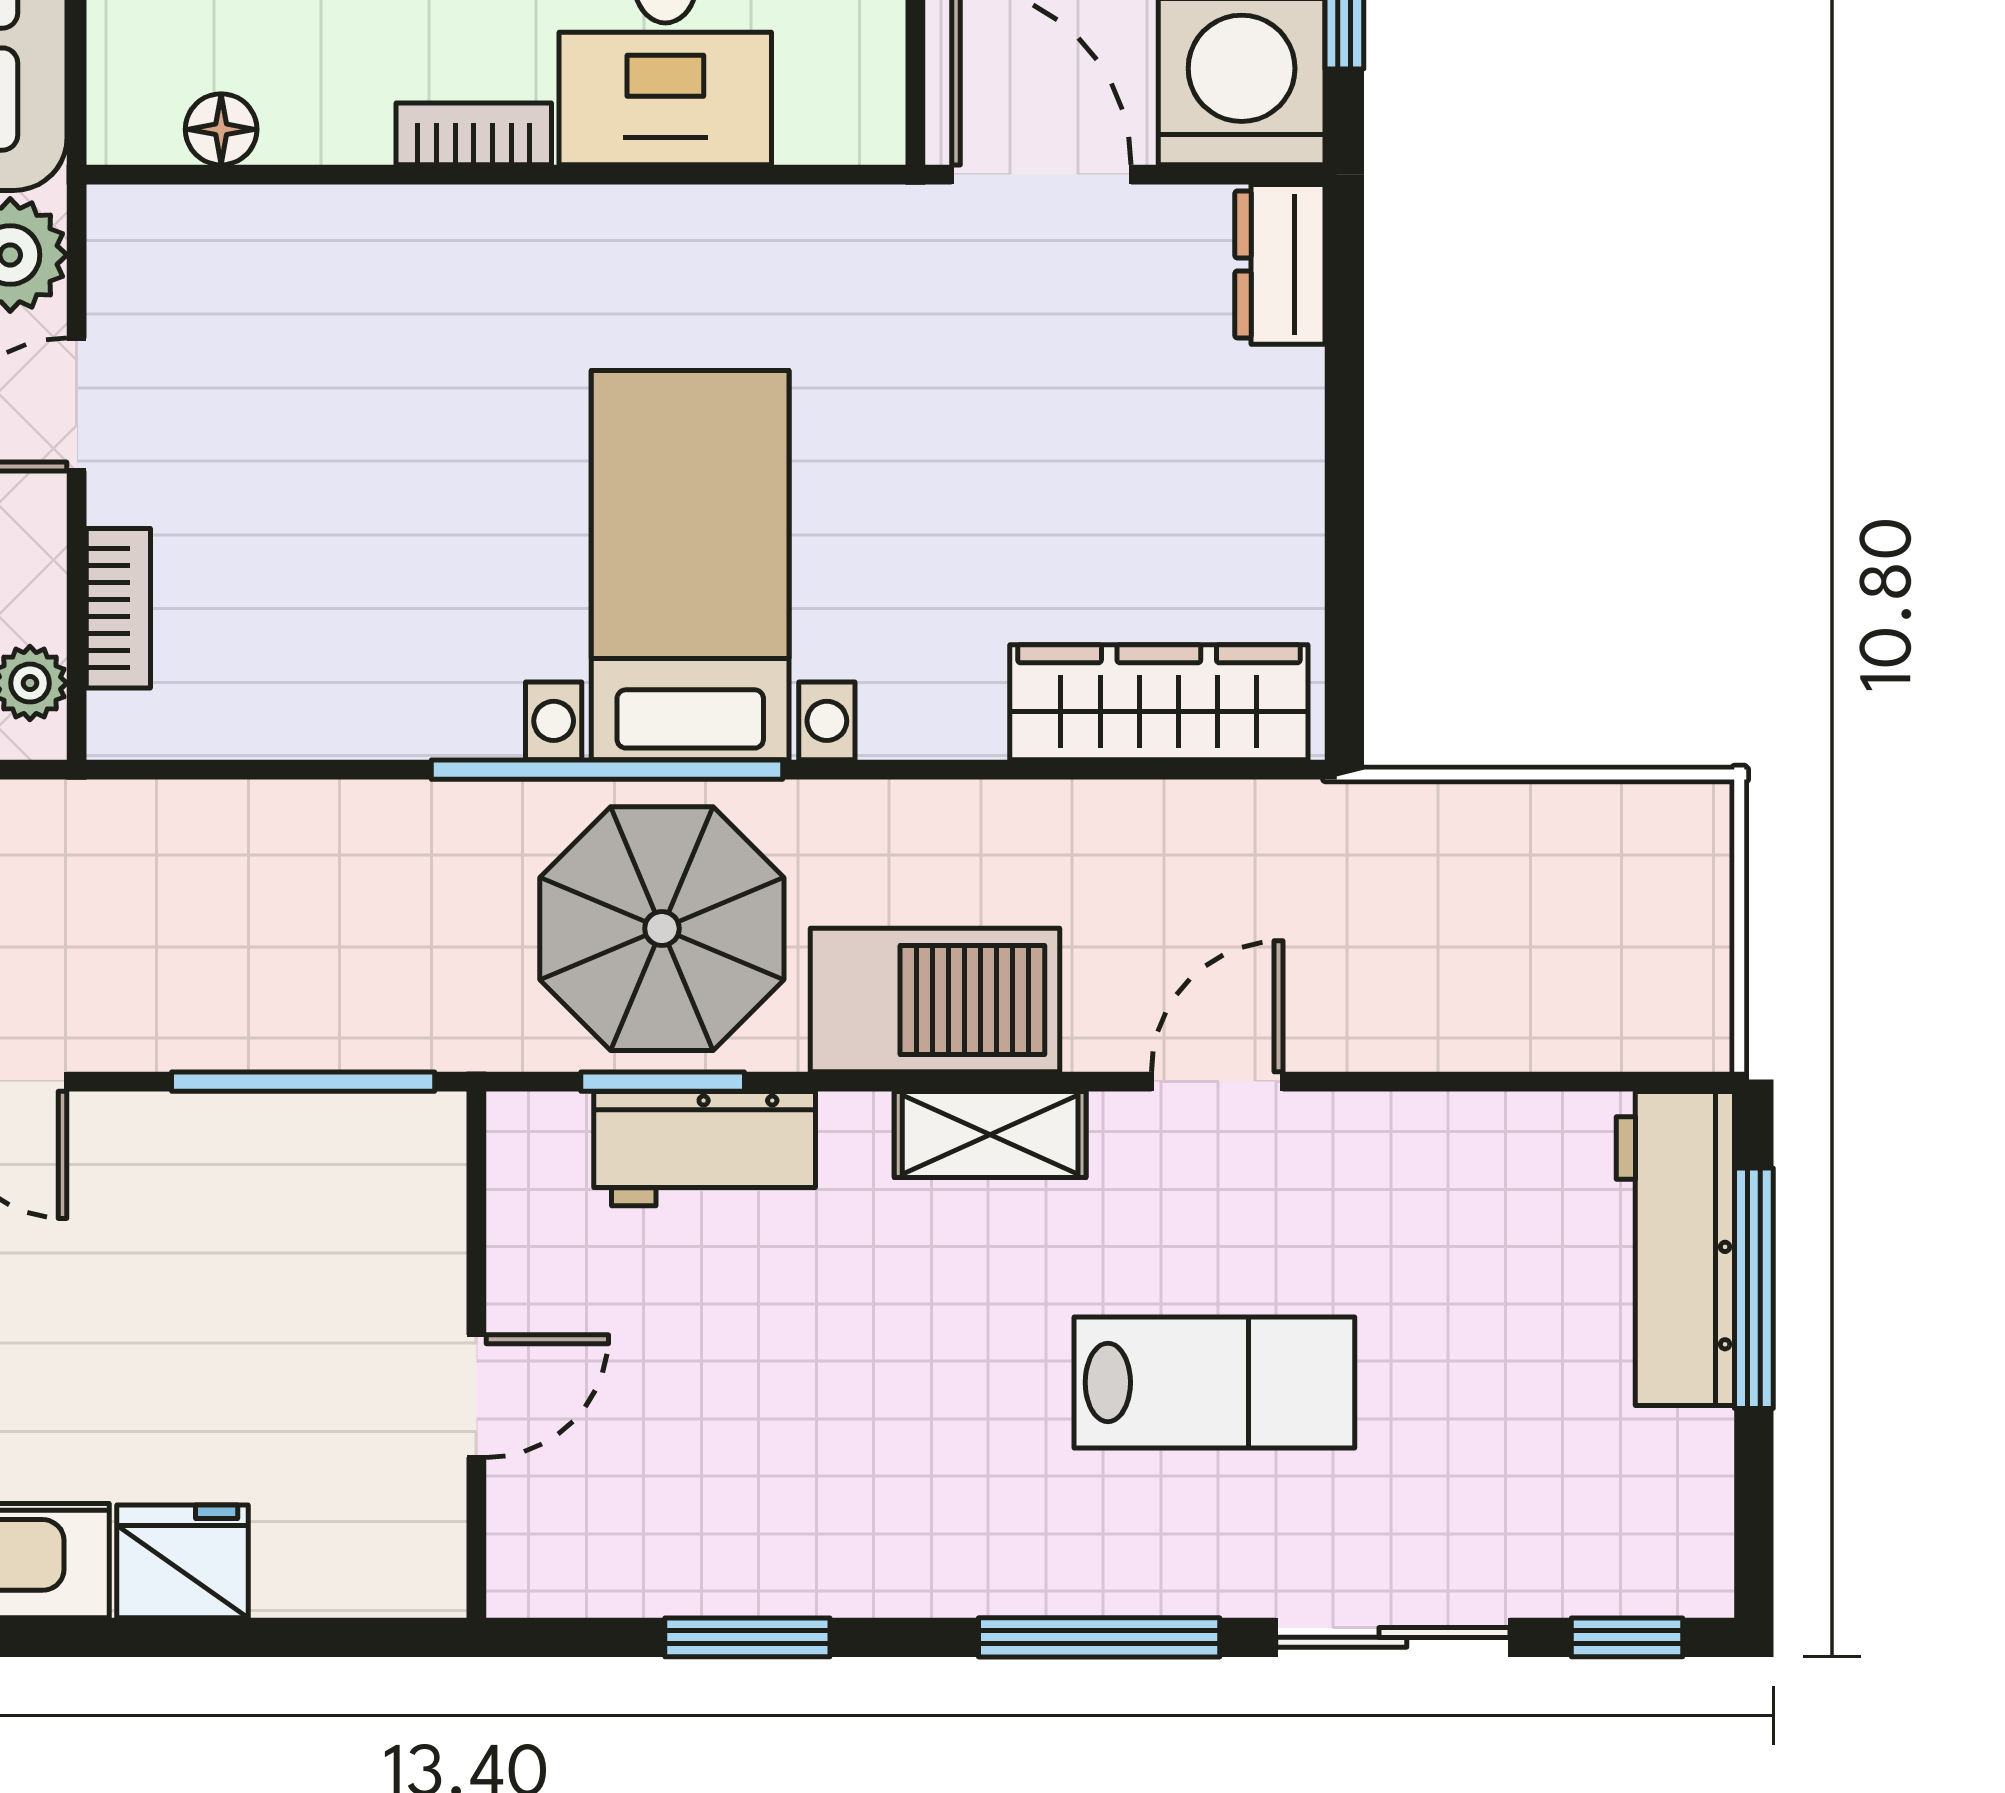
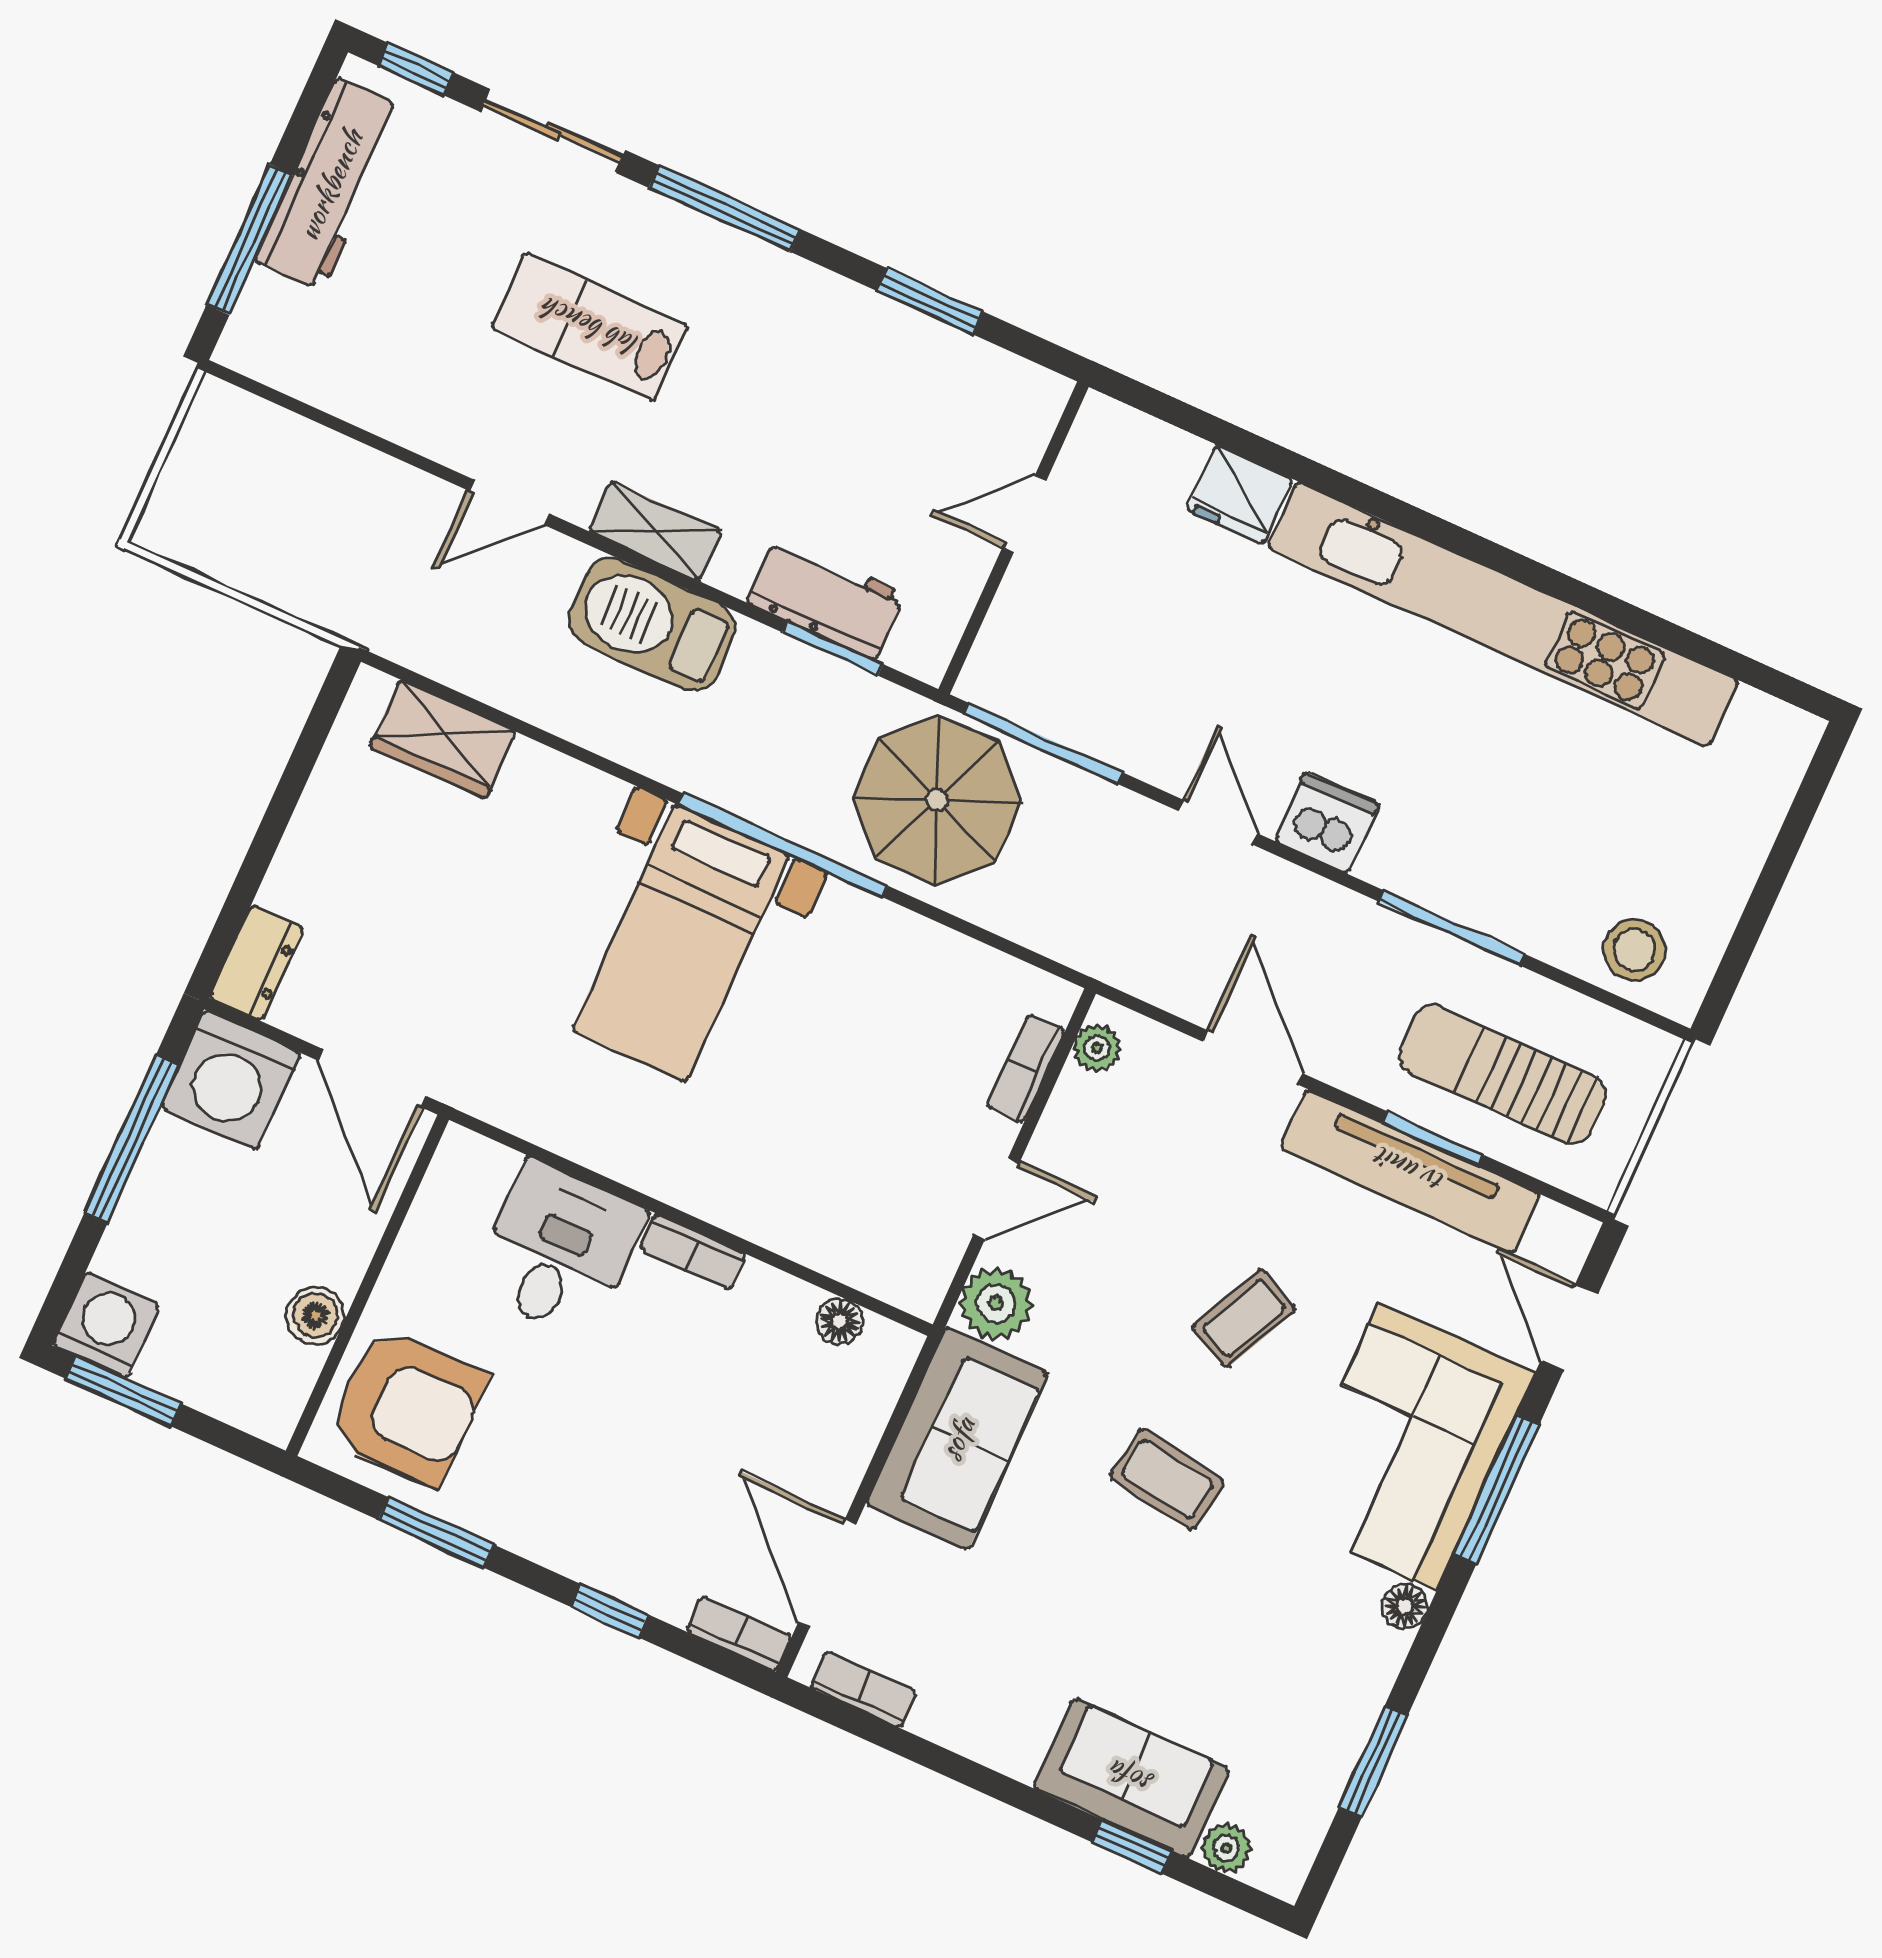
wardrobe: (1159, 702) -> (443, 739), width x0.67
parasol: (662, 929) -> (937, 800), moved
workbench: (1675, 1248) -> (330, 185), moved

